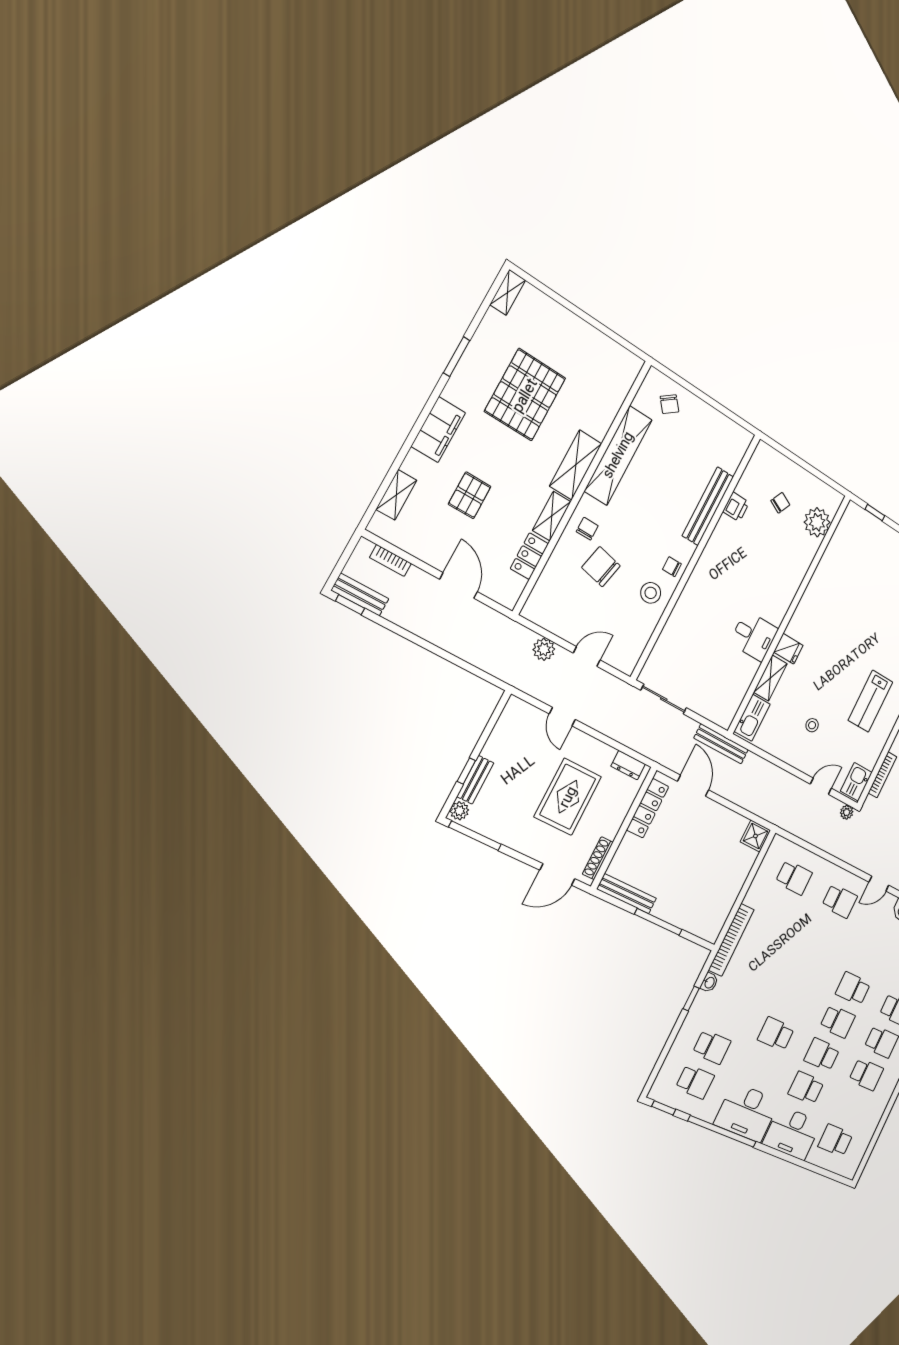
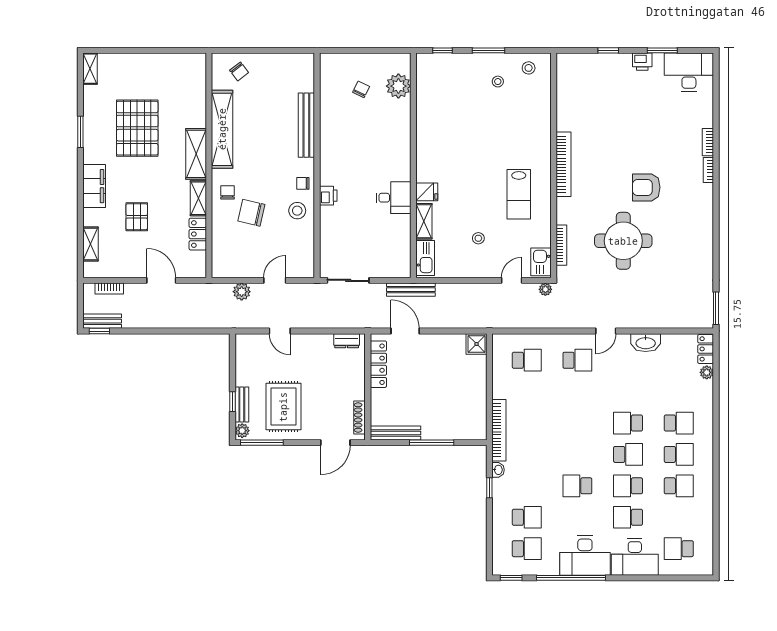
printer: (736, 507) -> (328, 196), moved
rug: (568, 797) -> (283, 407), moved

